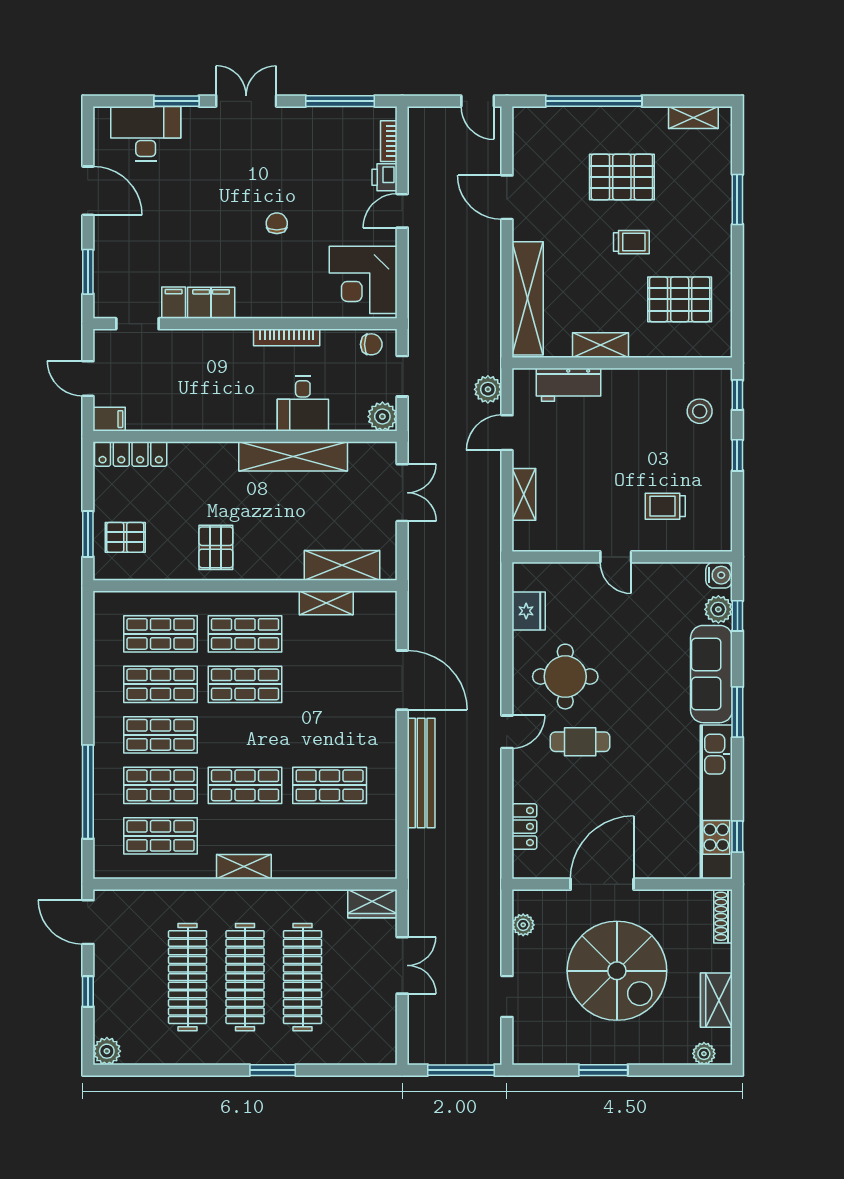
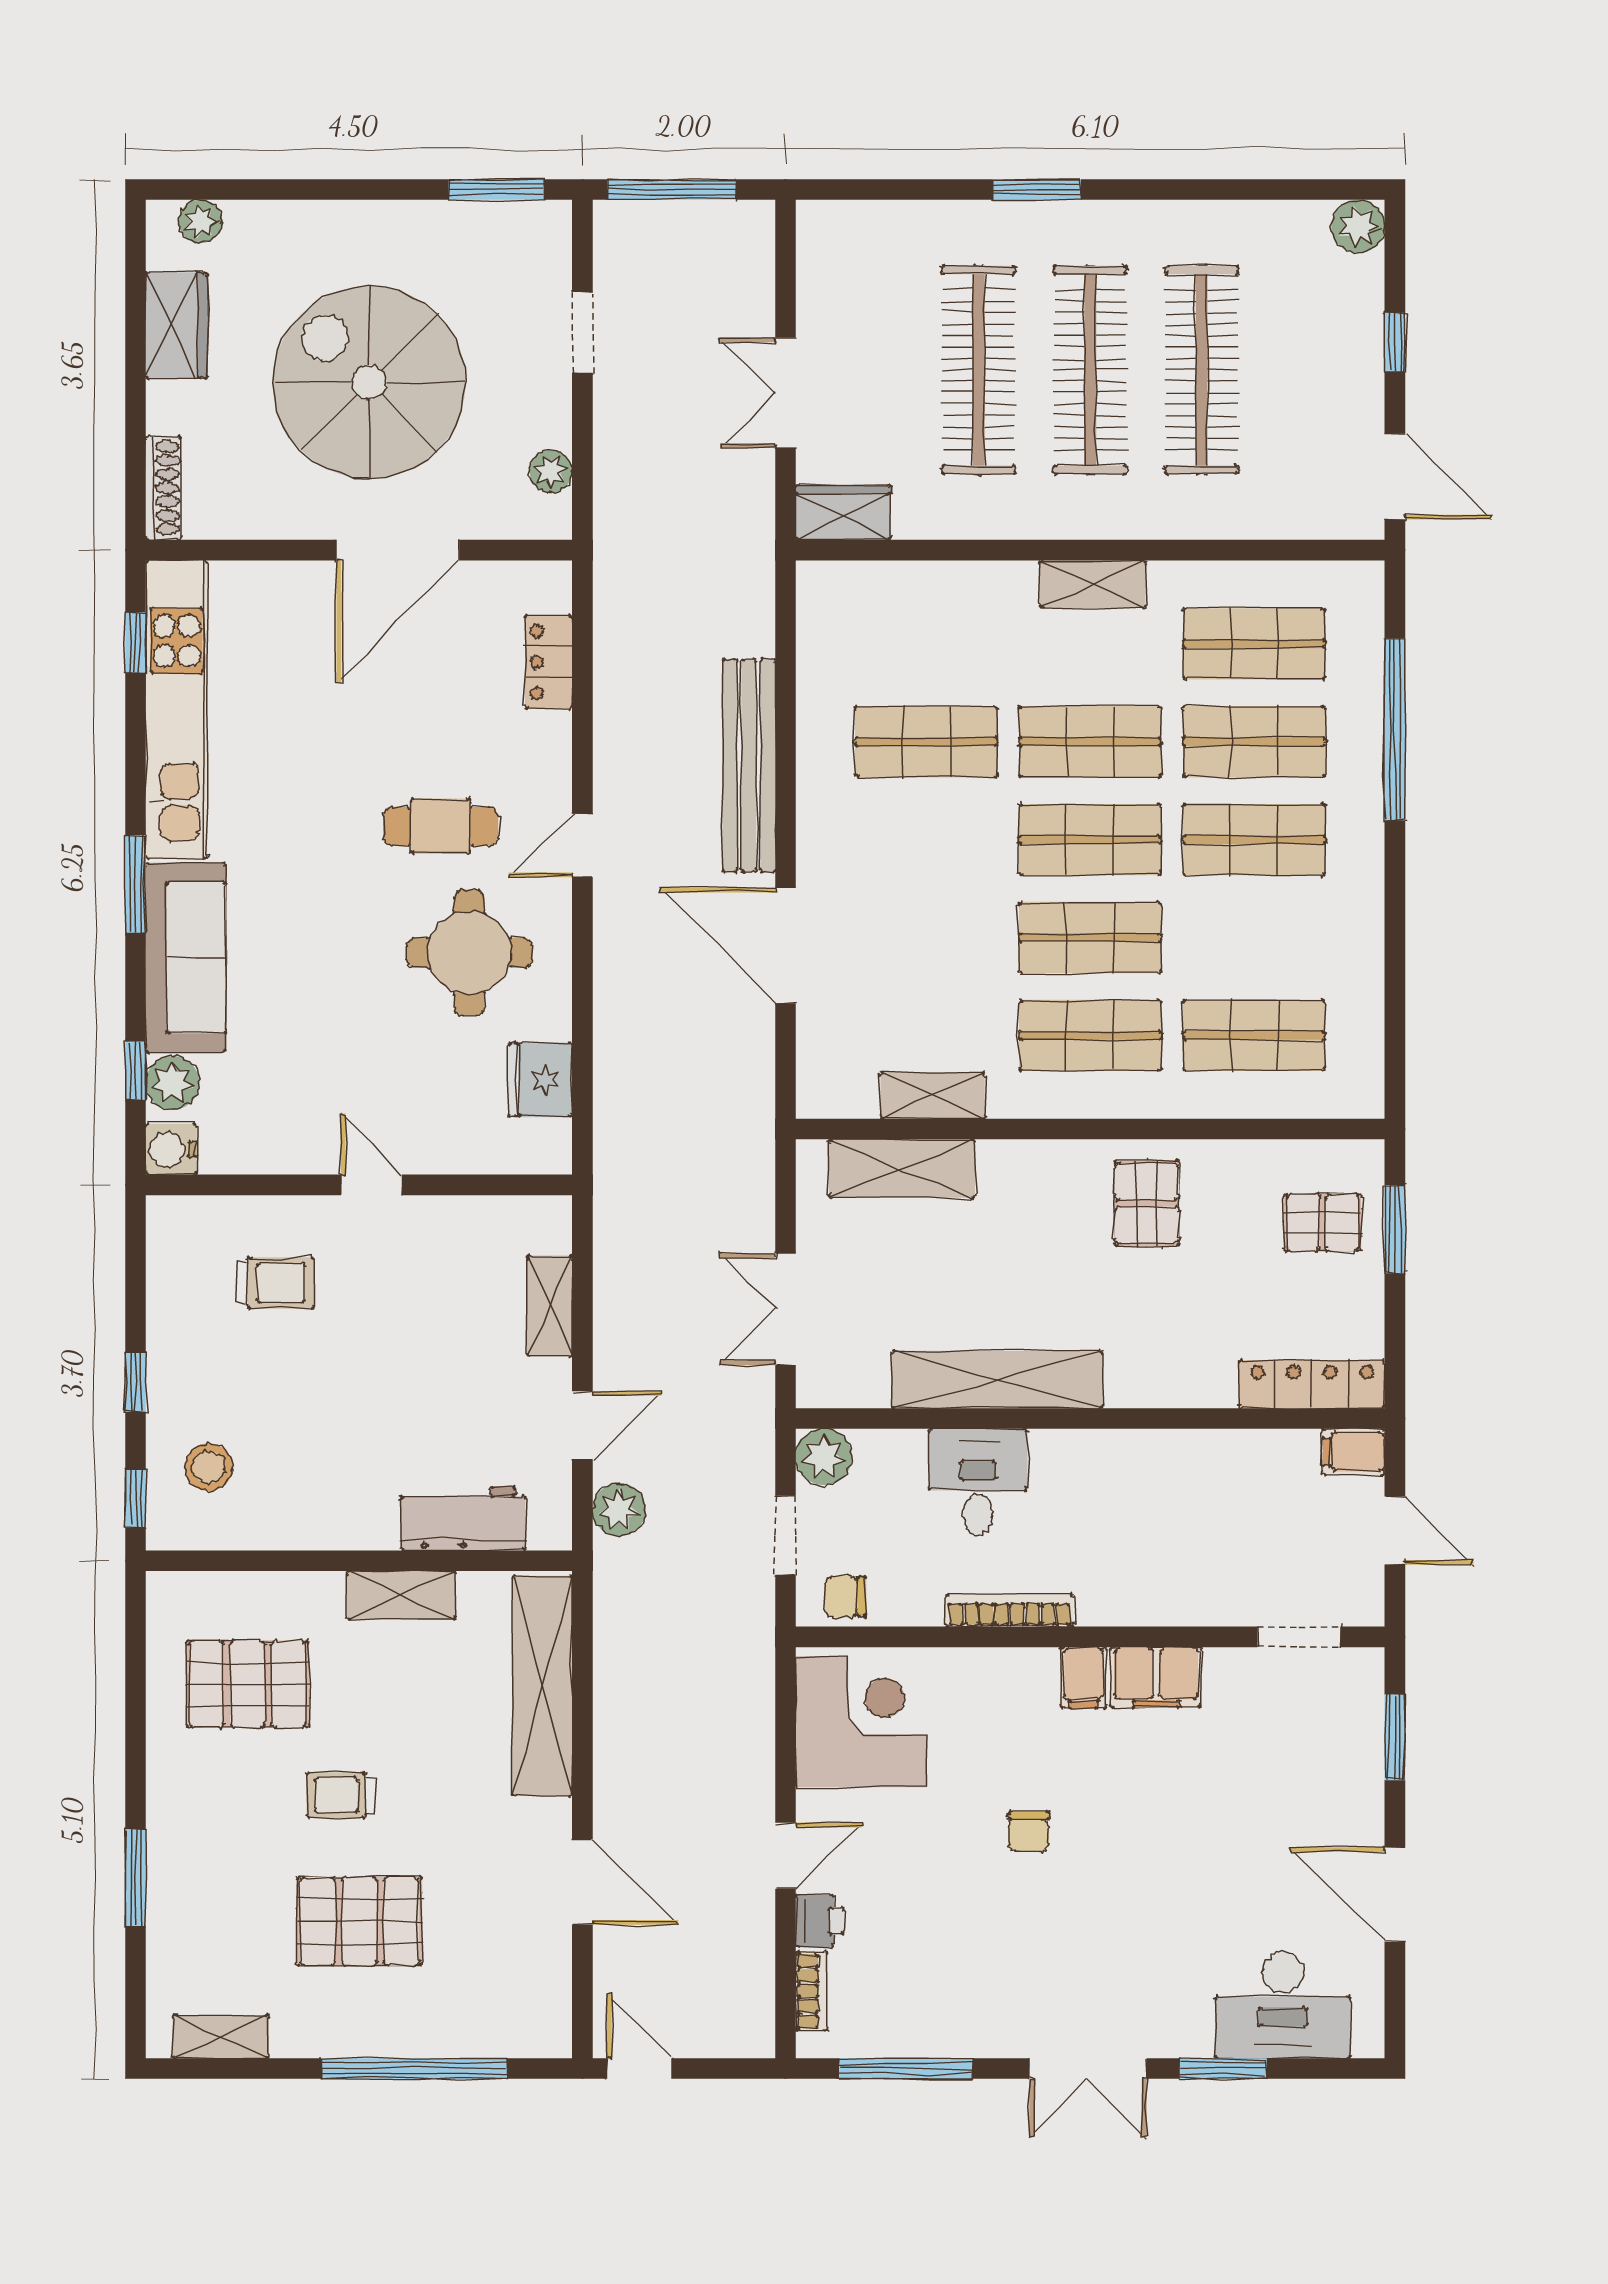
filing cabinet: (174, 303) -> (1084, 1678), moved
shop shelf: (160, 684) -> (1090, 840), moved
window: (603, 1070) -> (496, 190), moved

